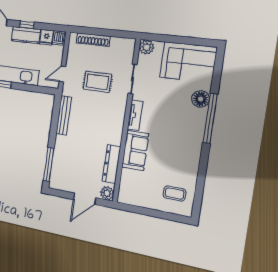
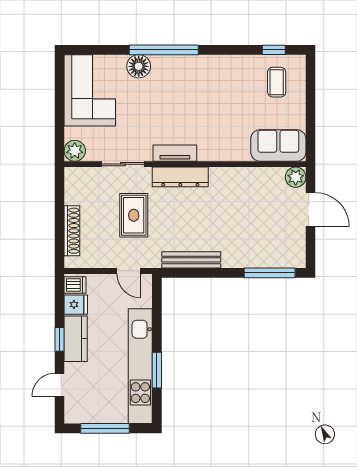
sofa: (135, 150) -> (278, 145), moved
dresser: (111, 164) -> (180, 177), moved
window: (198, 196) -> (274, 50), added

